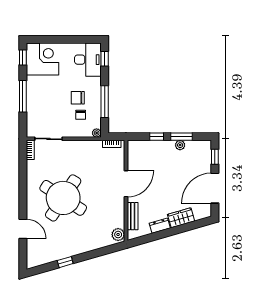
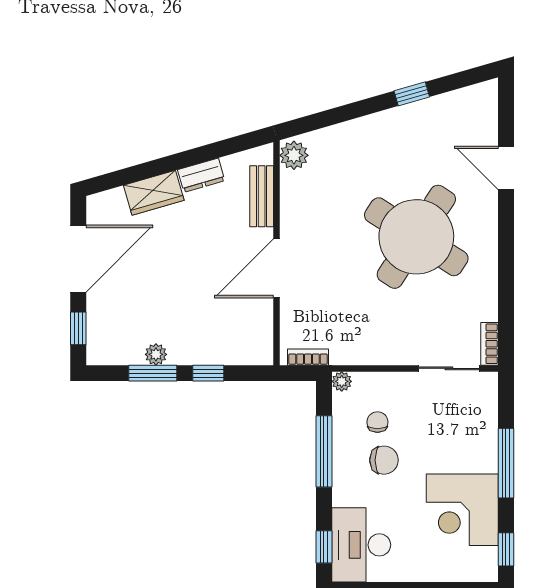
corner desk: (43, 59) -> (462, 510), moved

